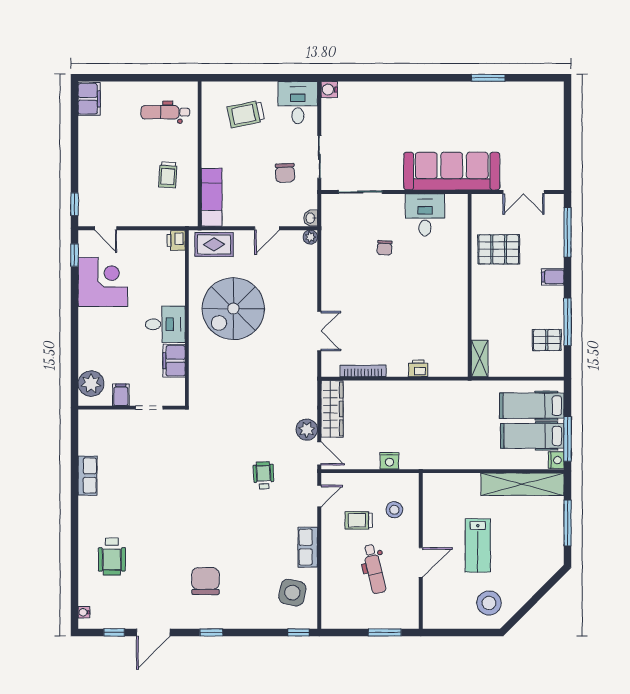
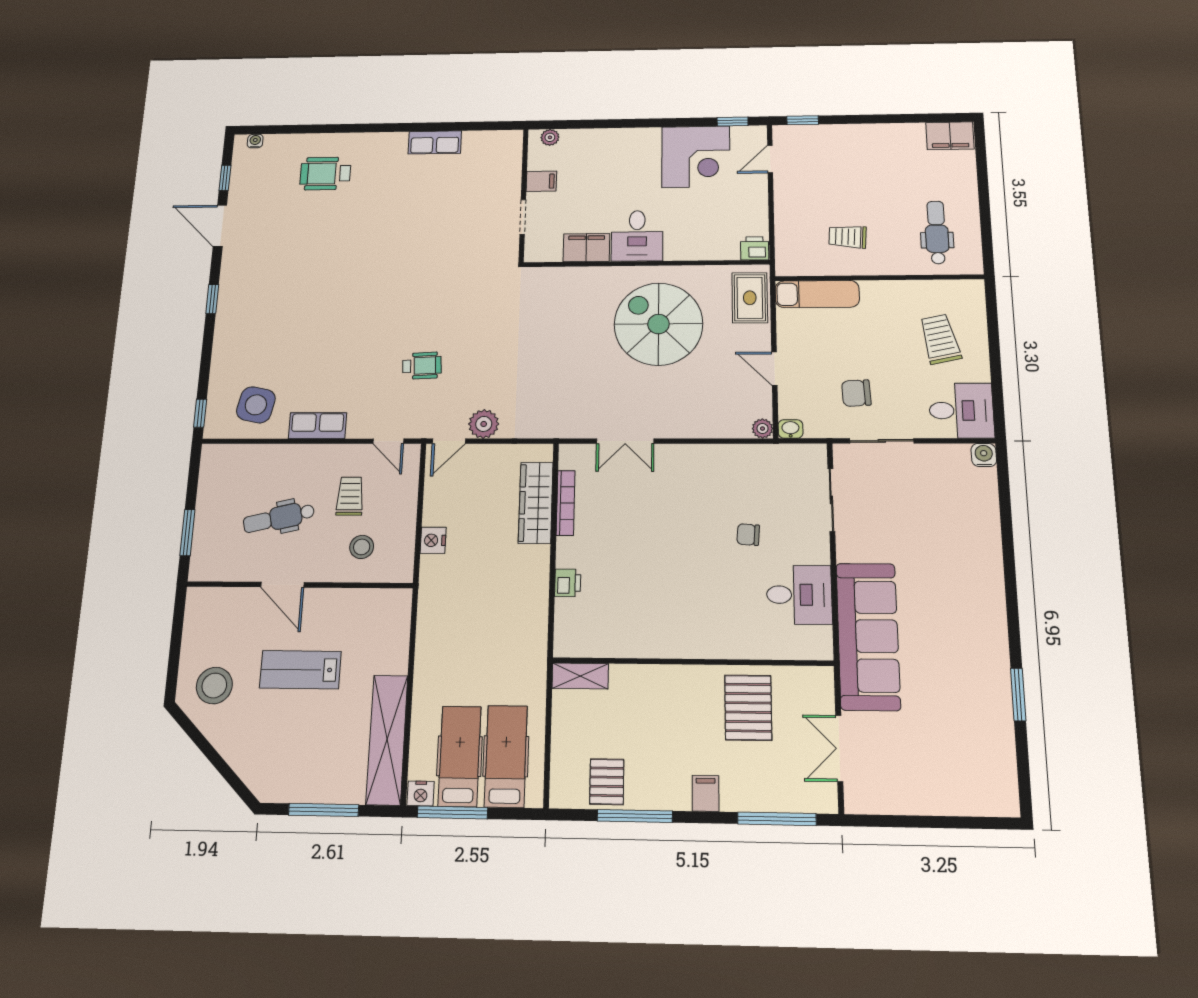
plant: (91, 384) -> (550, 137), width x0.53, depth x0.53
wardrobe: (332, 409) -> (536, 503), moved, turned 90
chair: (206, 581) -> (282, 291), removed

